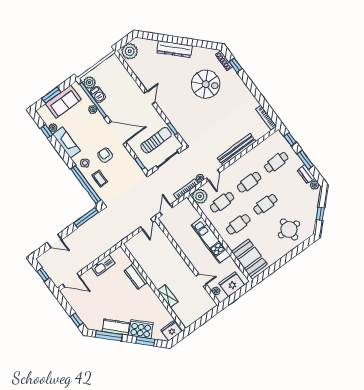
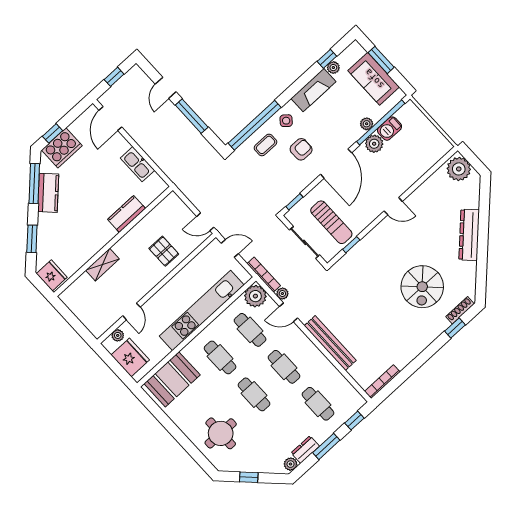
plant: (89, 83) -> (374, 144), moved
window: (86, 218) -> (192, 116), moved
kitchen unit: (211, 240) -> (202, 310), width x1.36
pallet: (163, 254) -> (164, 251), added
cooker: (141, 329) -> (62, 148), moved, turned 45

